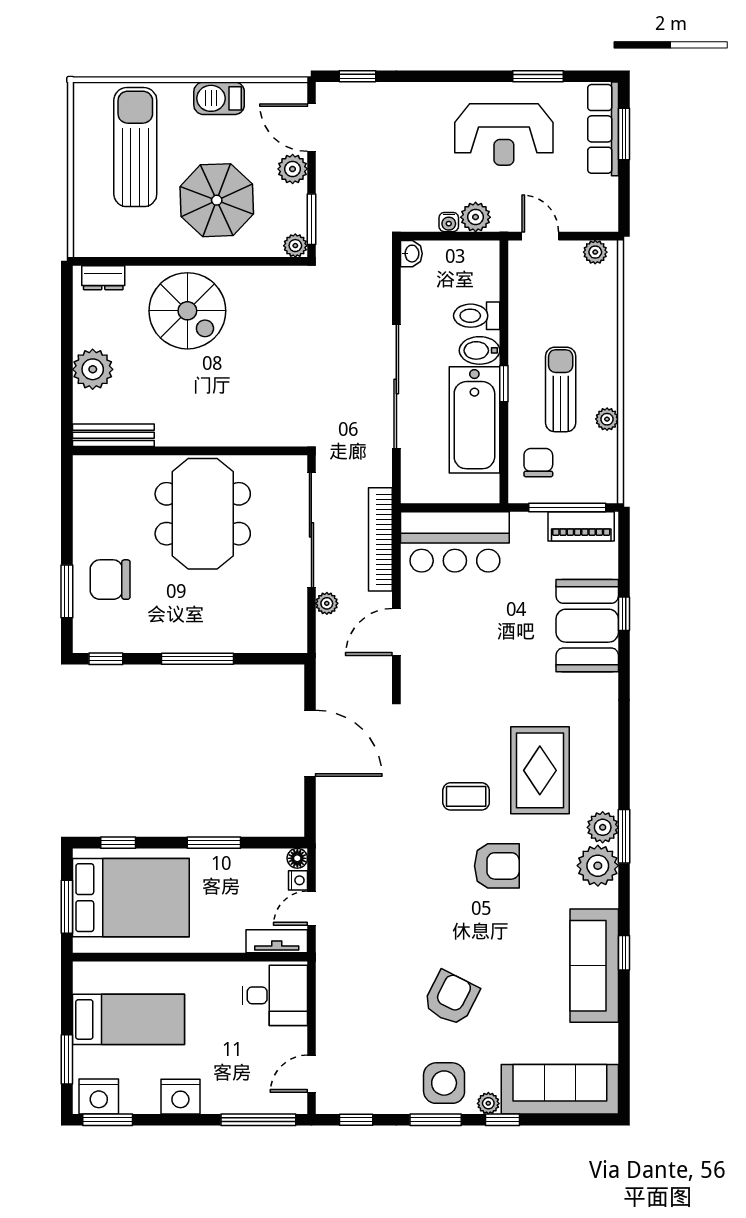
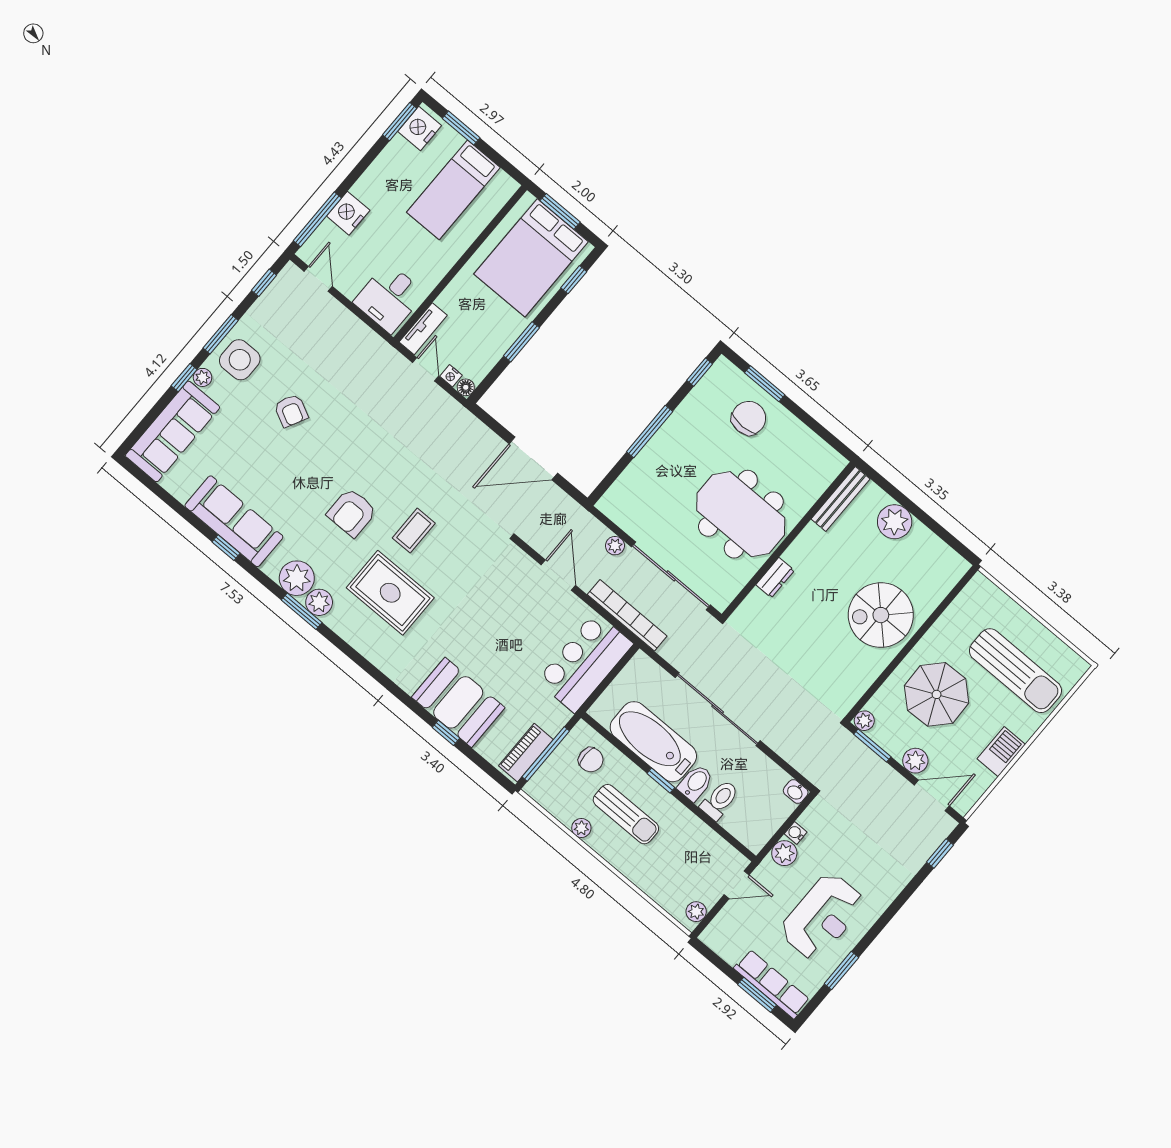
reception desk: (504, 134) -> (822, 917), turned 180
dresser: (103, 278) -> (775, 578), moved, turned 180
armchair: (451, 998) -> (291, 411), width x0.72, depth x0.72
nightstand: (180, 1097) -> (348, 213), moved

